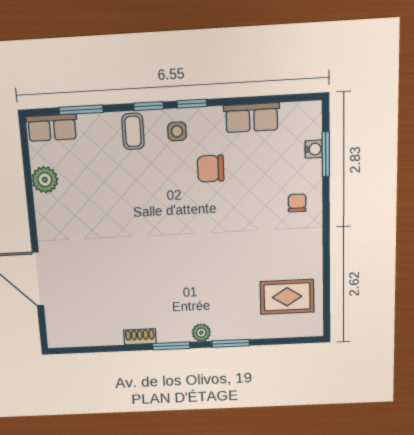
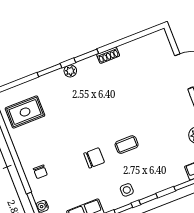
coffee table: (133, 131) -> (127, 145), moved, turned 90
chair: (211, 169) -> (94, 158), moved

